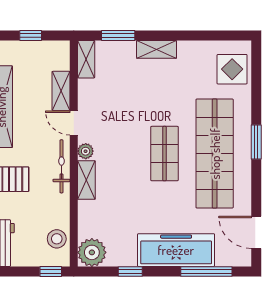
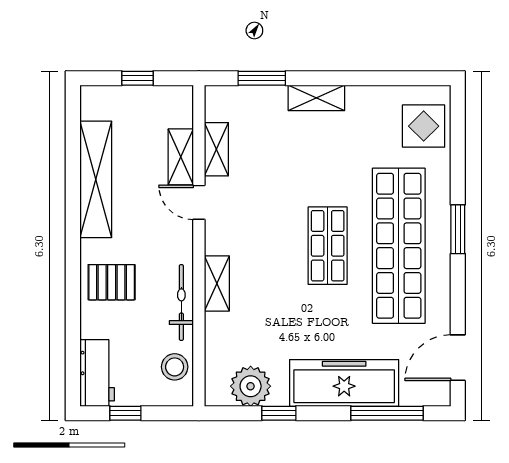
shelving: (86, 59) -> (216, 149), moved
plant: (86, 151) -> (216, 242), removed
bicycle: (61, 166) -> (181, 303), moved
door: (256, 232) -> (458, 358), hinge flipped
plant: (92, 252) -> (251, 386), moved
window: (51, 271) -> (125, 413), moved

